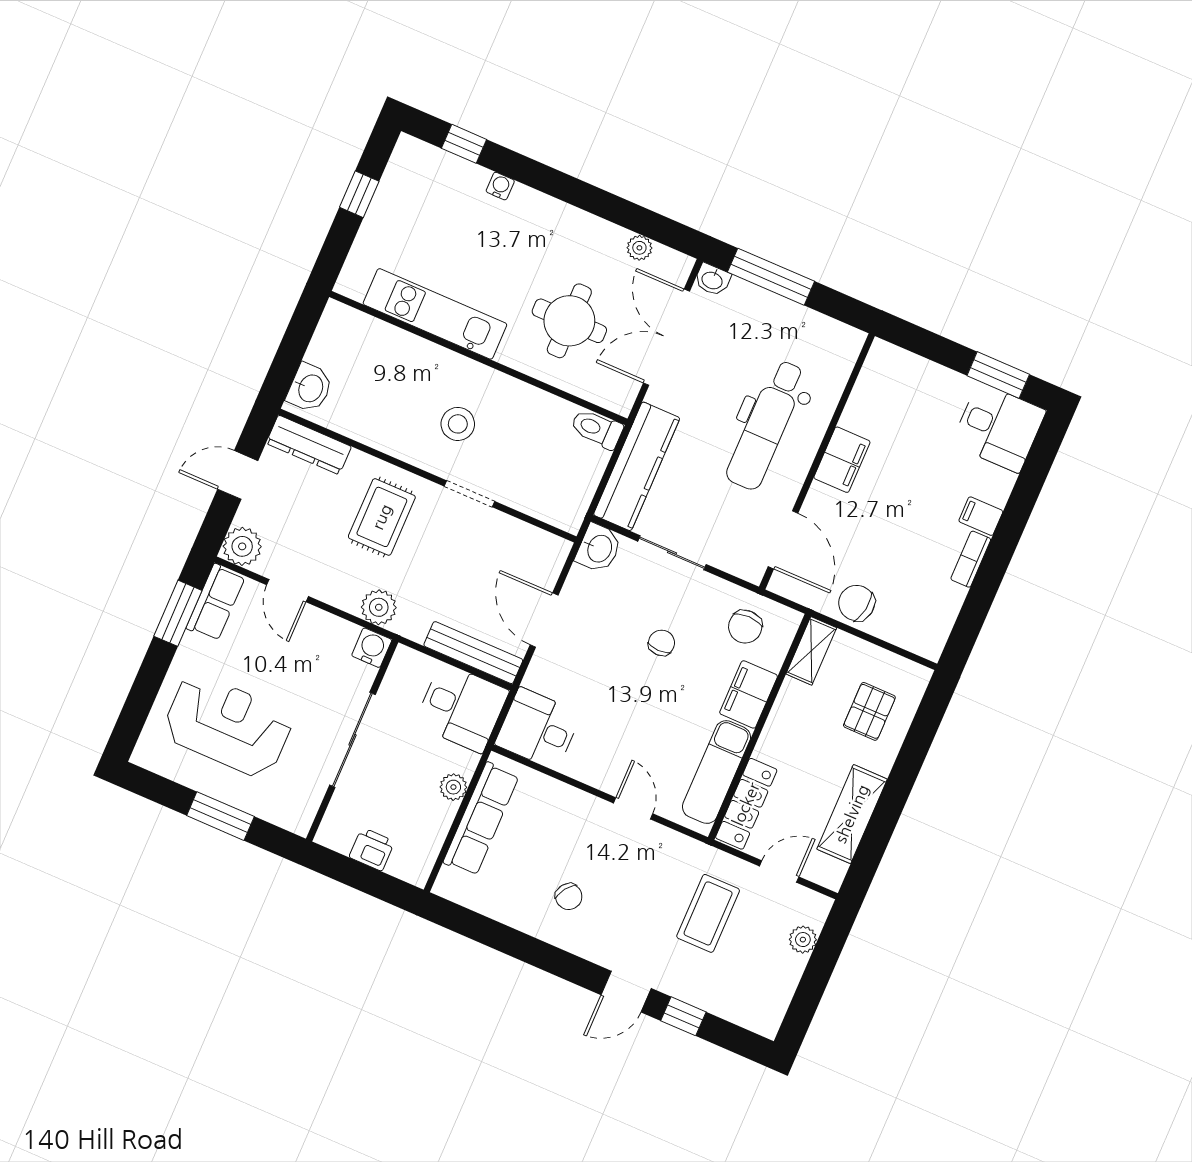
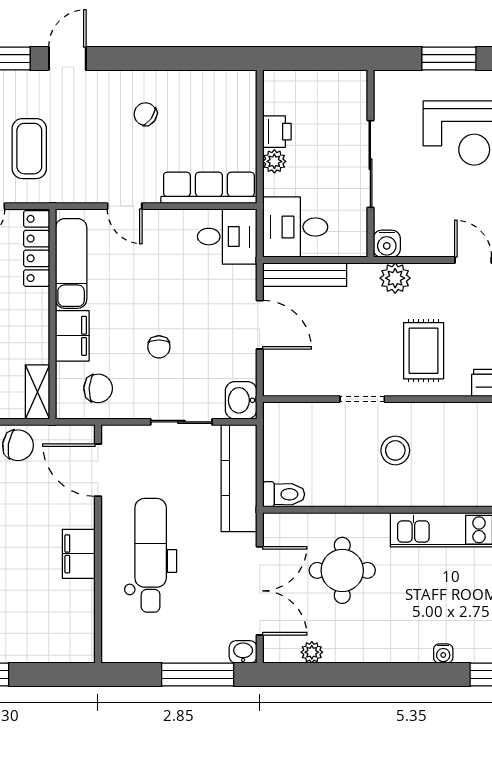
chair: (745, 627) -> (98, 388), turned 93
row of seats: (481, 819) -> (209, 188), moved, turned 90
printer: (372, 849) -> (277, 132), moved, turned -90

